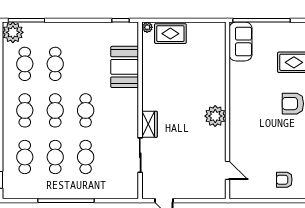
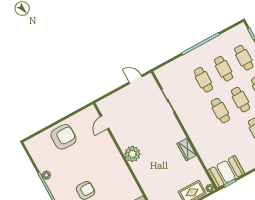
booth: (125, 67) -> (226, 172), moved, turned 90
wardrobe: (149, 124) -> (187, 149), moved
door: (228, 170) -> (105, 122), hinge flipped
armchair: (284, 180) -> (64, 137), width x1.88, depth x1.88

